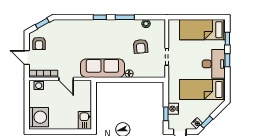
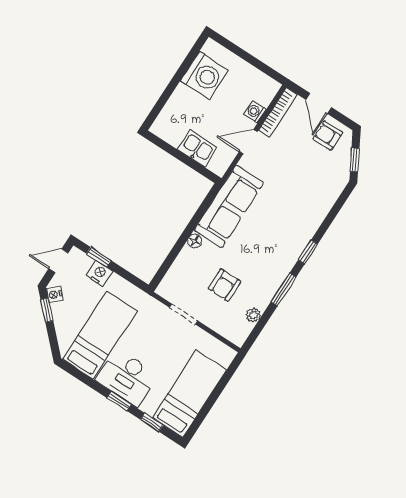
armchair: (141, 46) -> (224, 285), turned -85
door: (27, 57) -> (319, 103), swing flipped
washing machine: (39, 85) -> (255, 112), moved
washing machine: (39, 117) -> (204, 75), moved, turned -90
kitchen sink: (85, 120) -> (197, 149), moved

